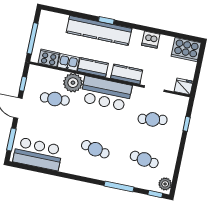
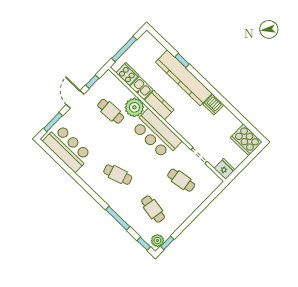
window: (106, 20) -> (182, 60), moved
dishwasher: (151, 40) -> (213, 105), moved
kitchen counter: (127, 74) -> (184, 129), removed
window: (187, 124) -> (167, 243), moved
cafe table: (95, 149) -> (118, 175), turned -30

